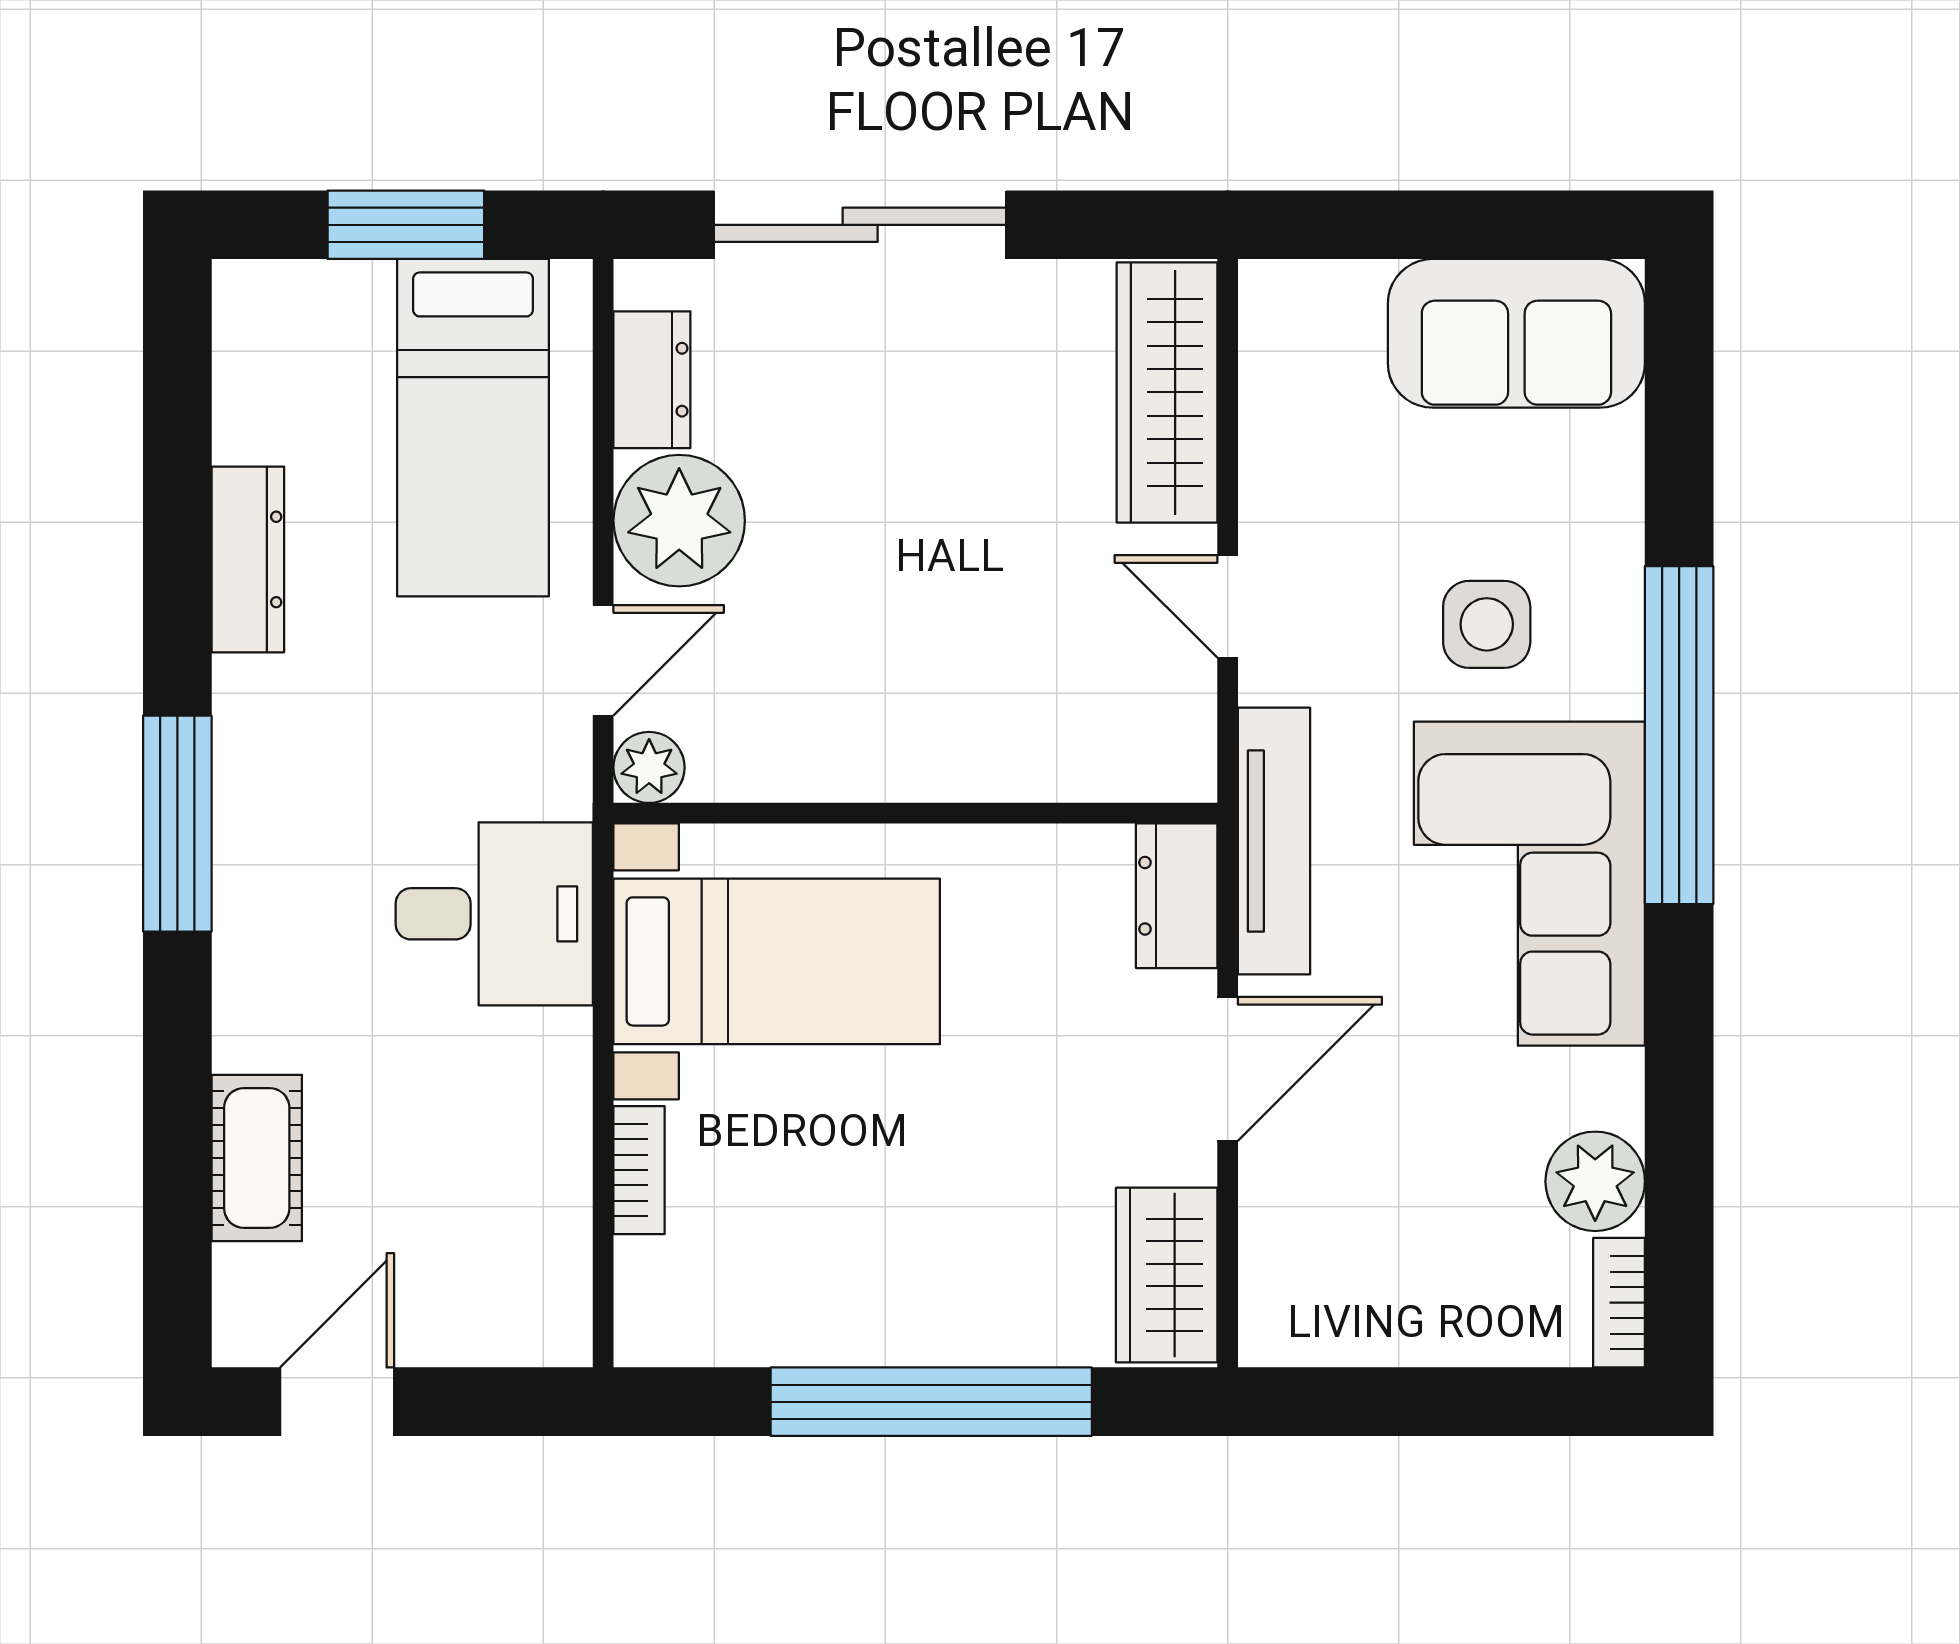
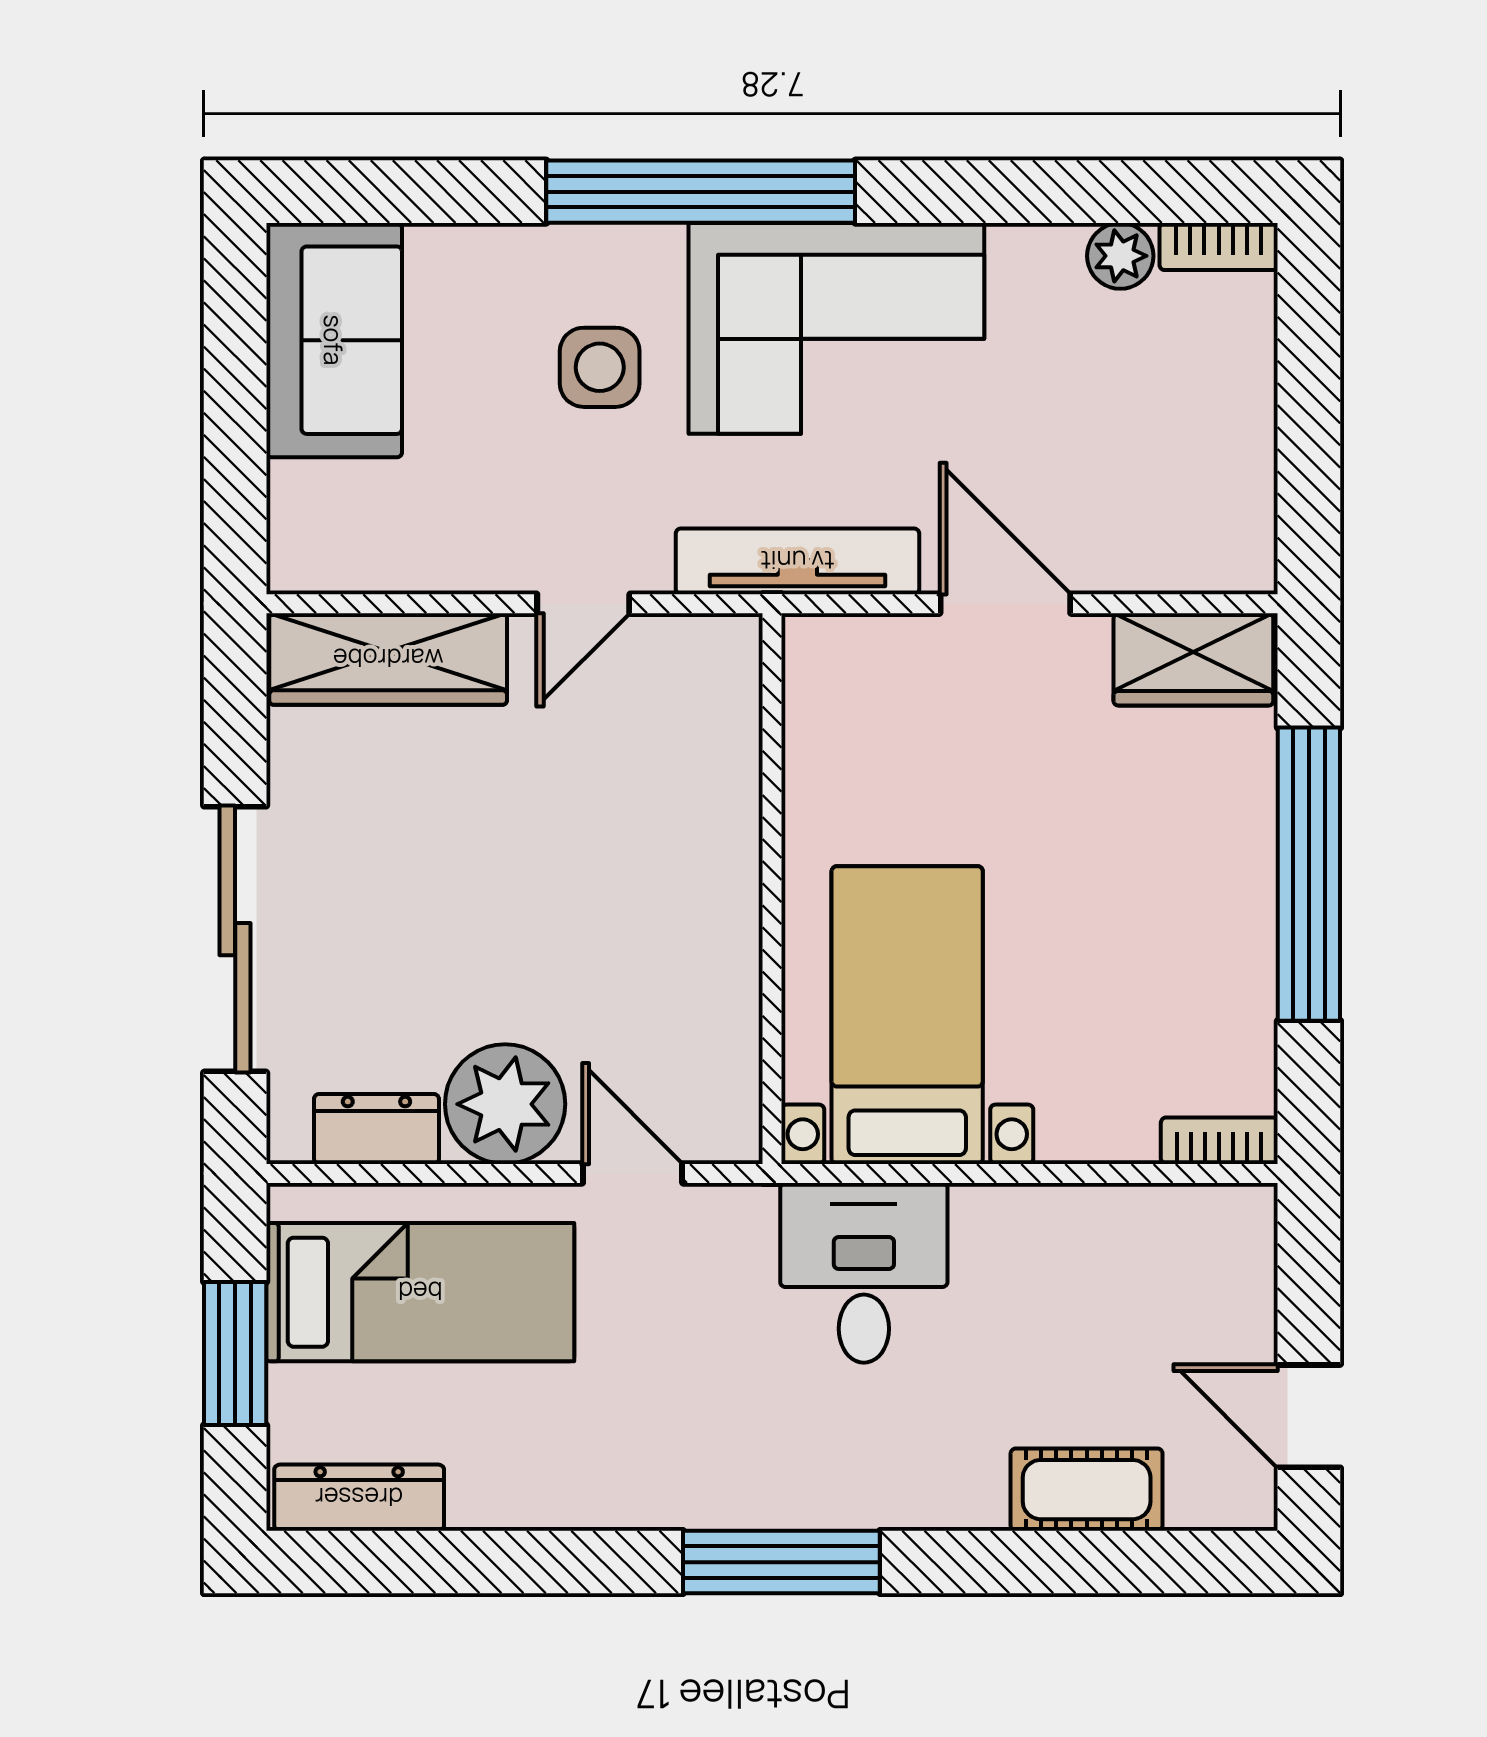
dresser: (248, 559) -> (359, 1498), moved
plant: (649, 767) -> (730, 1132), removed
dresser: (1177, 896) -> (847, 650), removed
bookcase: (639, 1170) -> (1219, 1141), moved
plant: (1595, 1181) -> (1120, 256), width x0.73, depth x0.73

